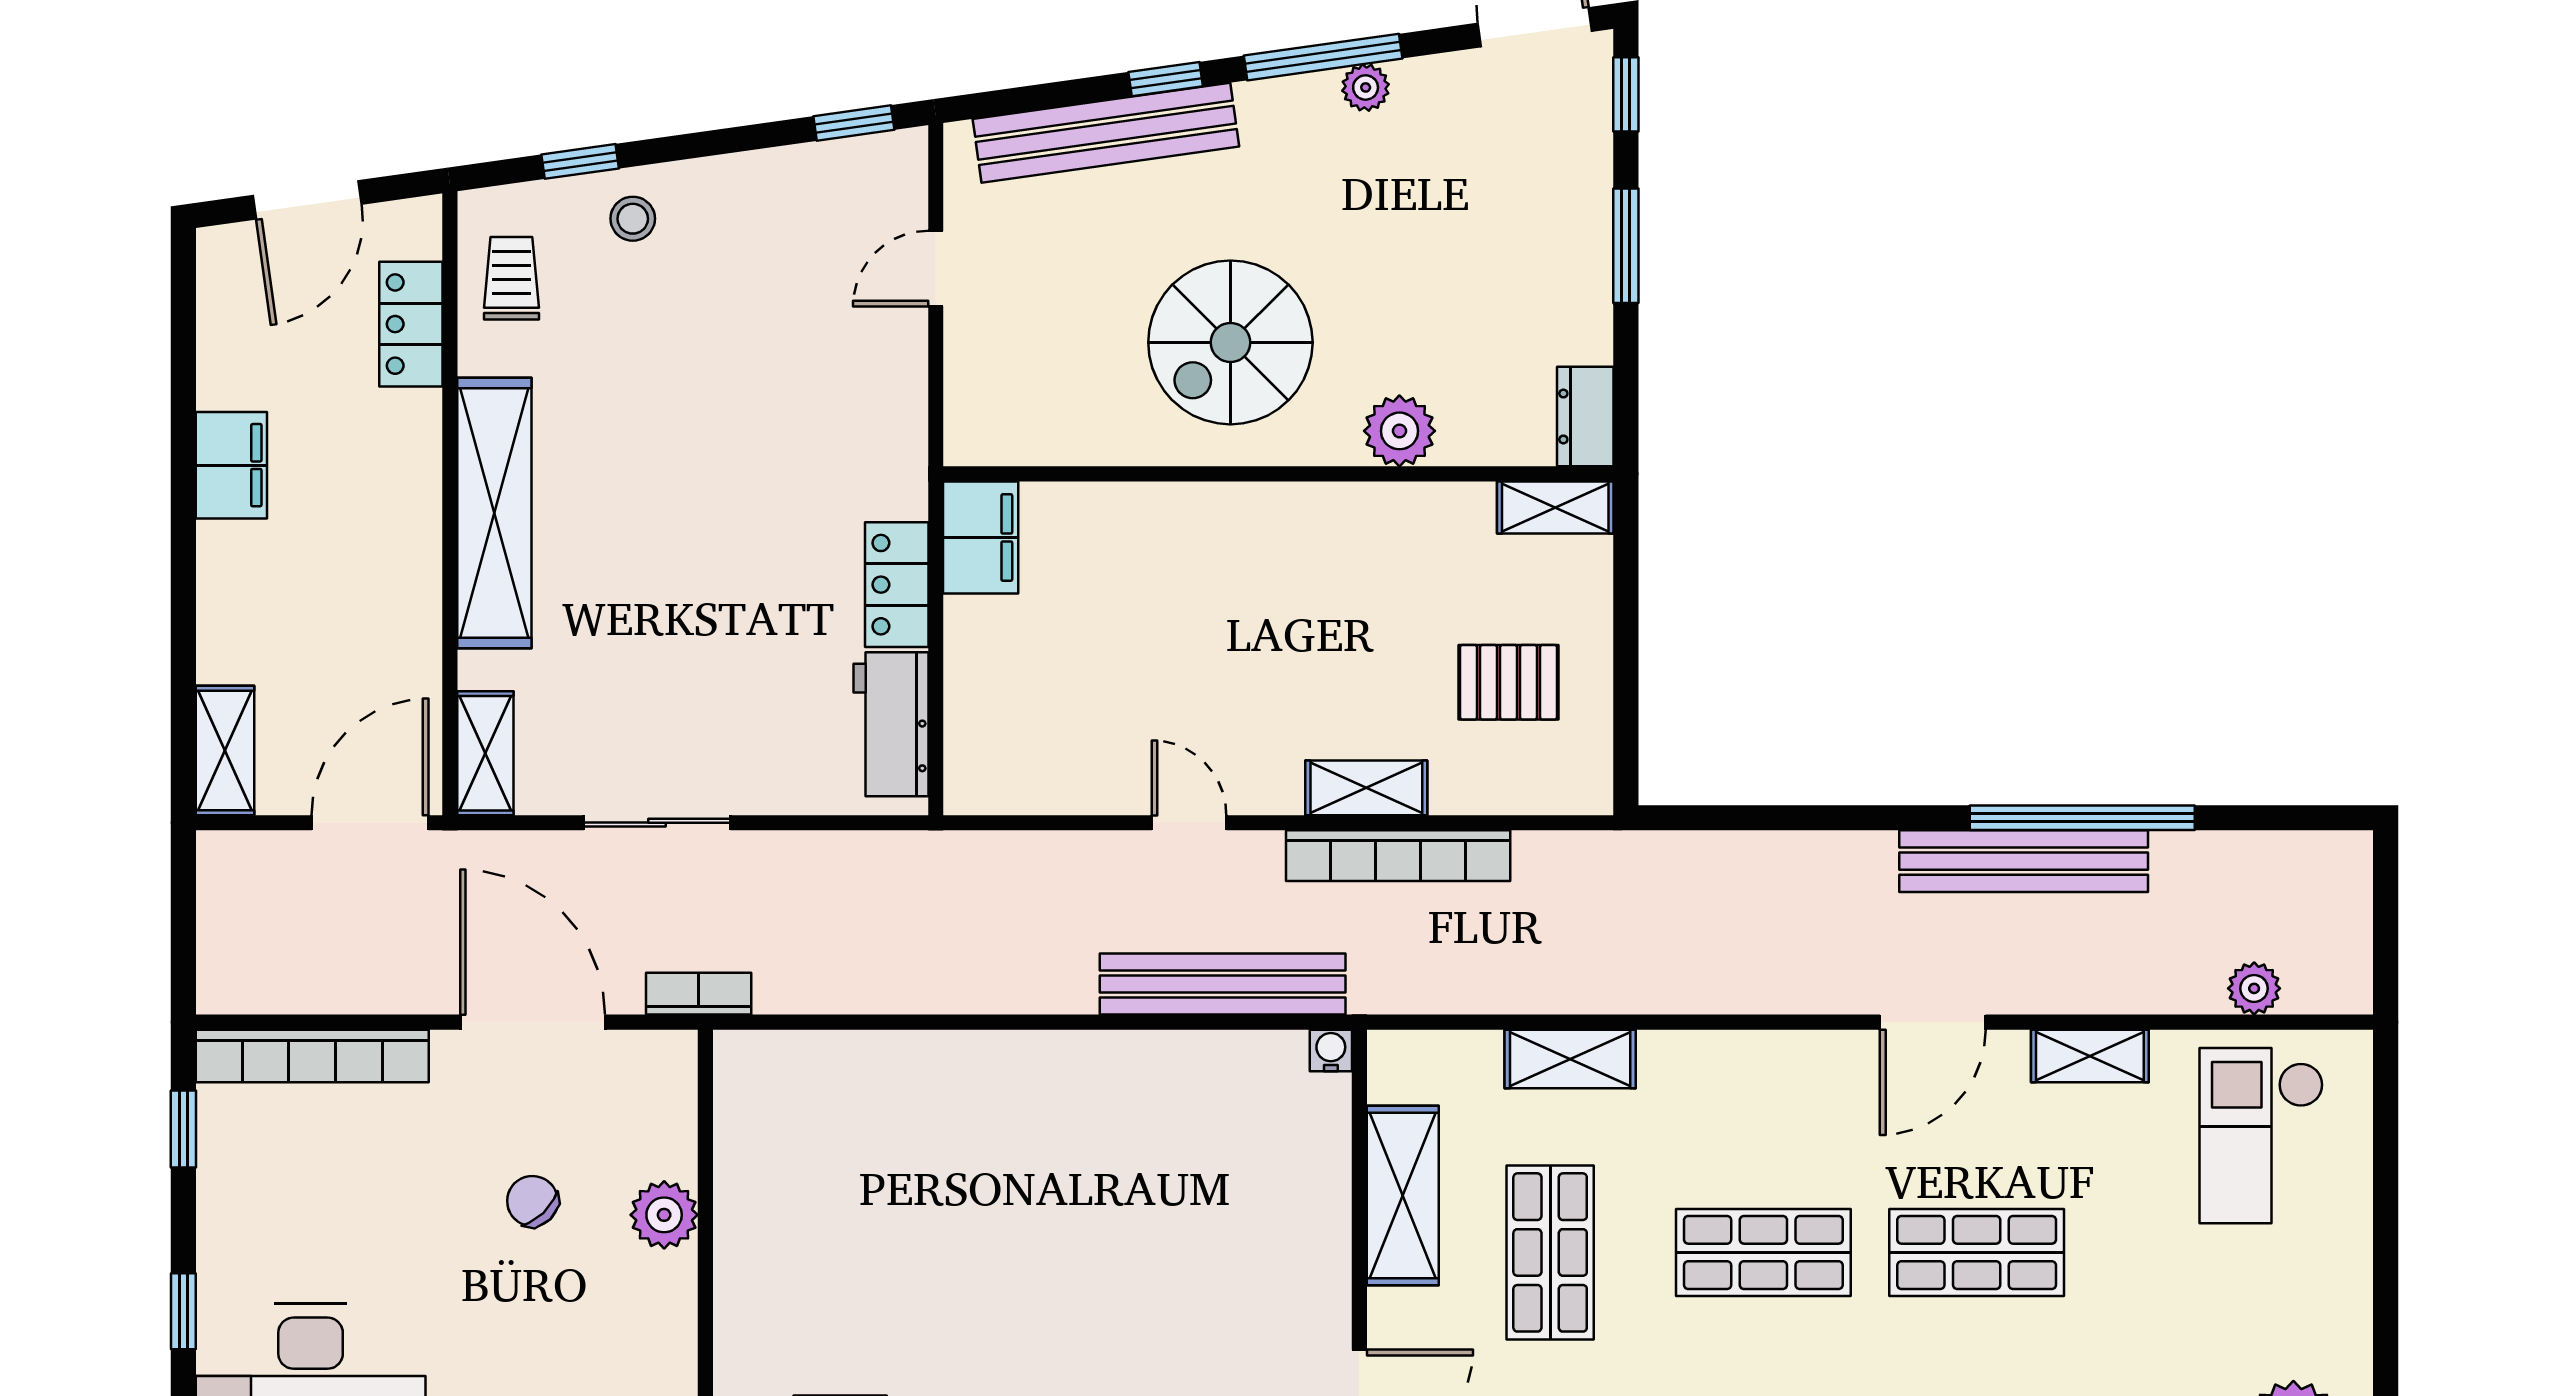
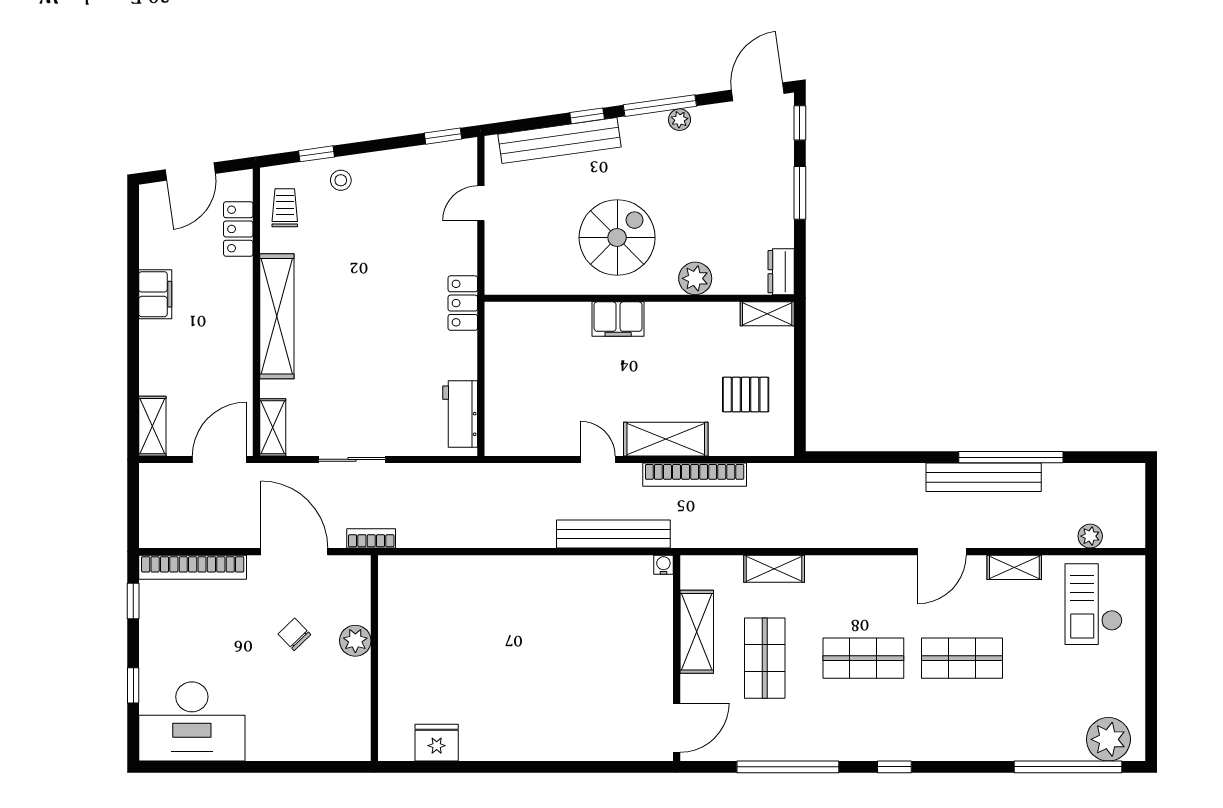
spiral stairs: (1230, 342) -> (617, 237), turned 180
filing cabinet: (981, 538) -> (618, 319), moved, turned 90
locker: (897, 585) -> (463, 303), moved
shelving: (1366, 788) -> (666, 439), width x1.50, depth x1.33

